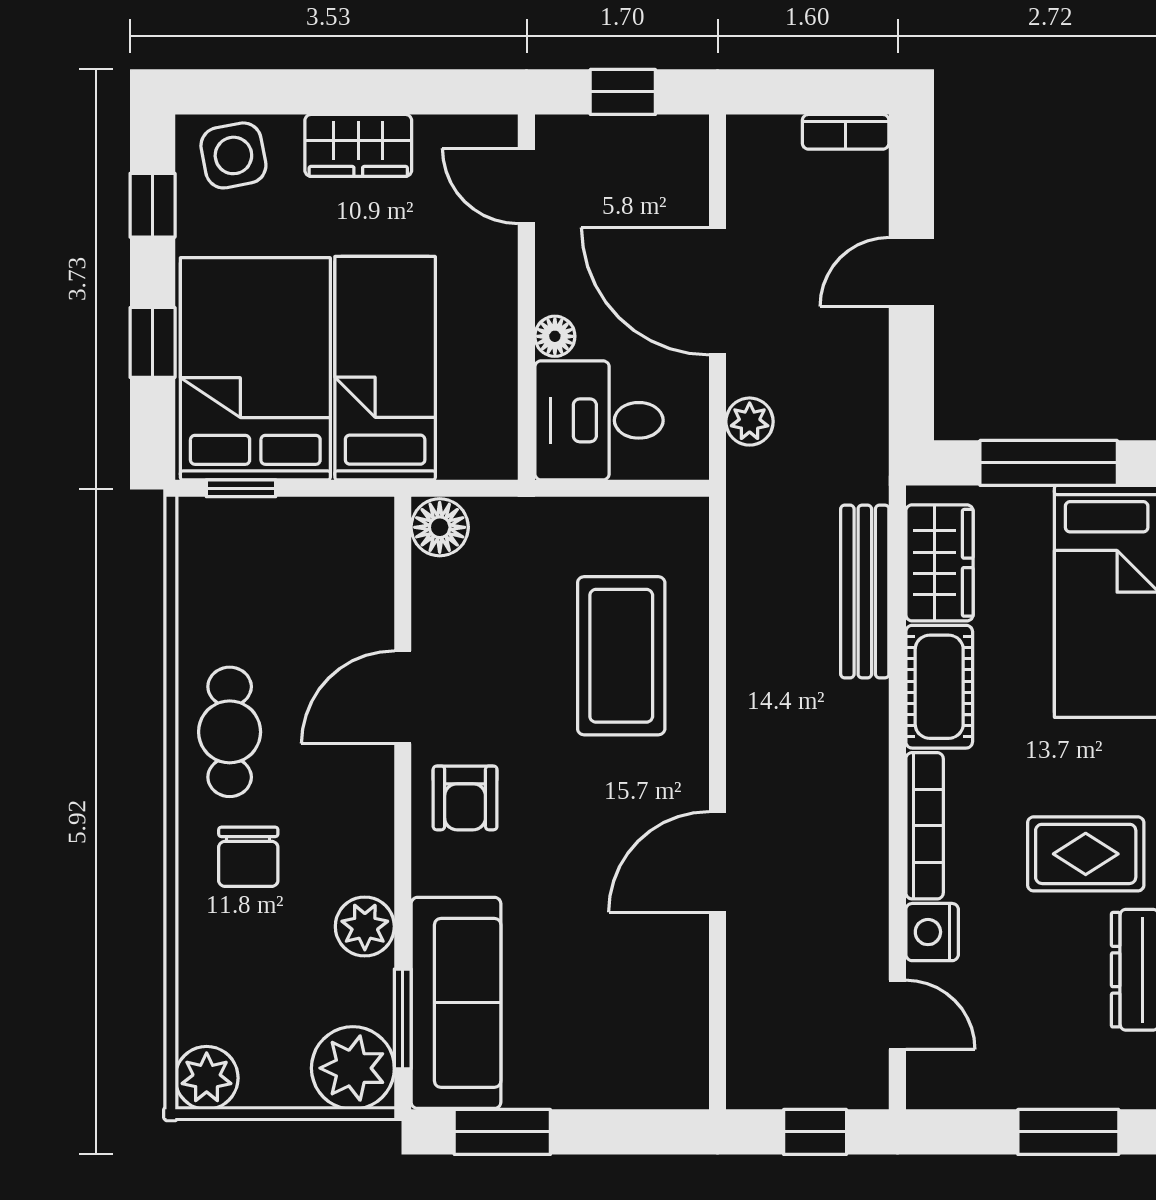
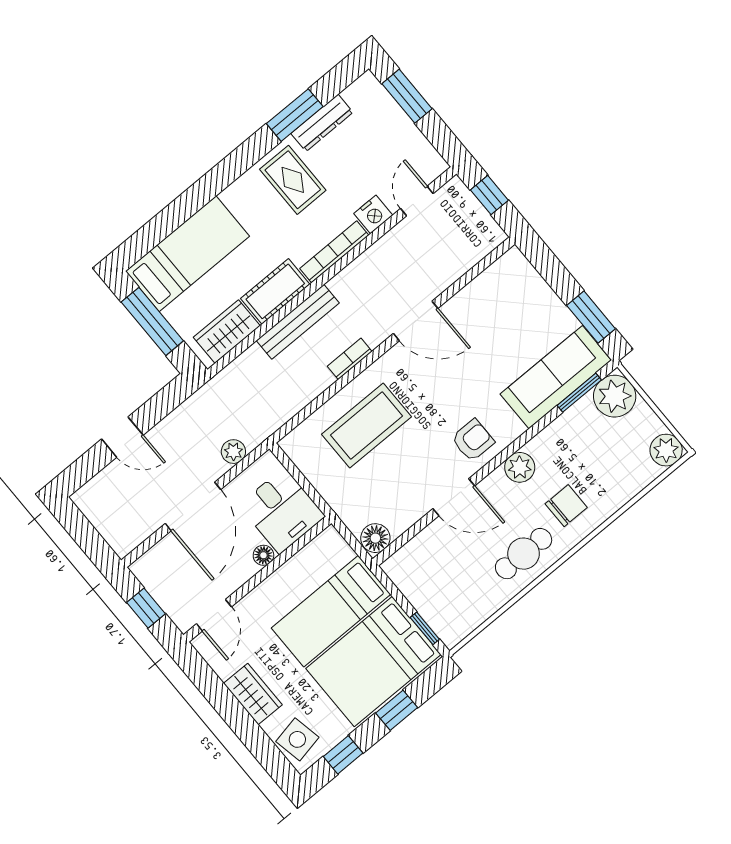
bookcase: (846, 132) -> (350, 359), moved, turned -90
bench: (865, 592) -> (298, 322), moved
plant: (365, 926) -> (520, 467), moved

